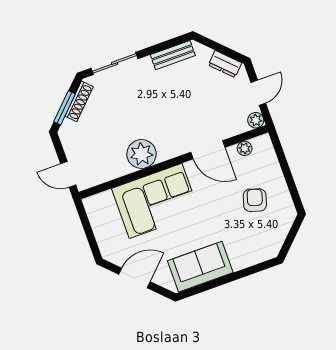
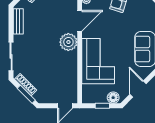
plant: (142, 154) -> (68, 42), moved
window: (89, 232) -> (102, 106), added
floor lamp: (107, 244) -> (113, 98), added

